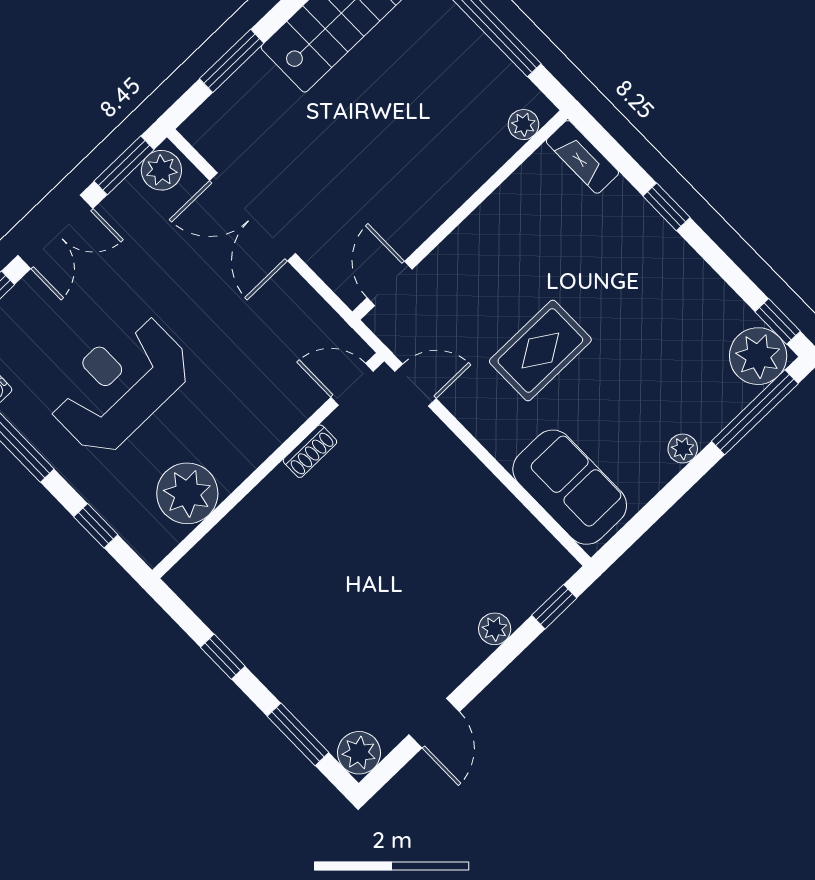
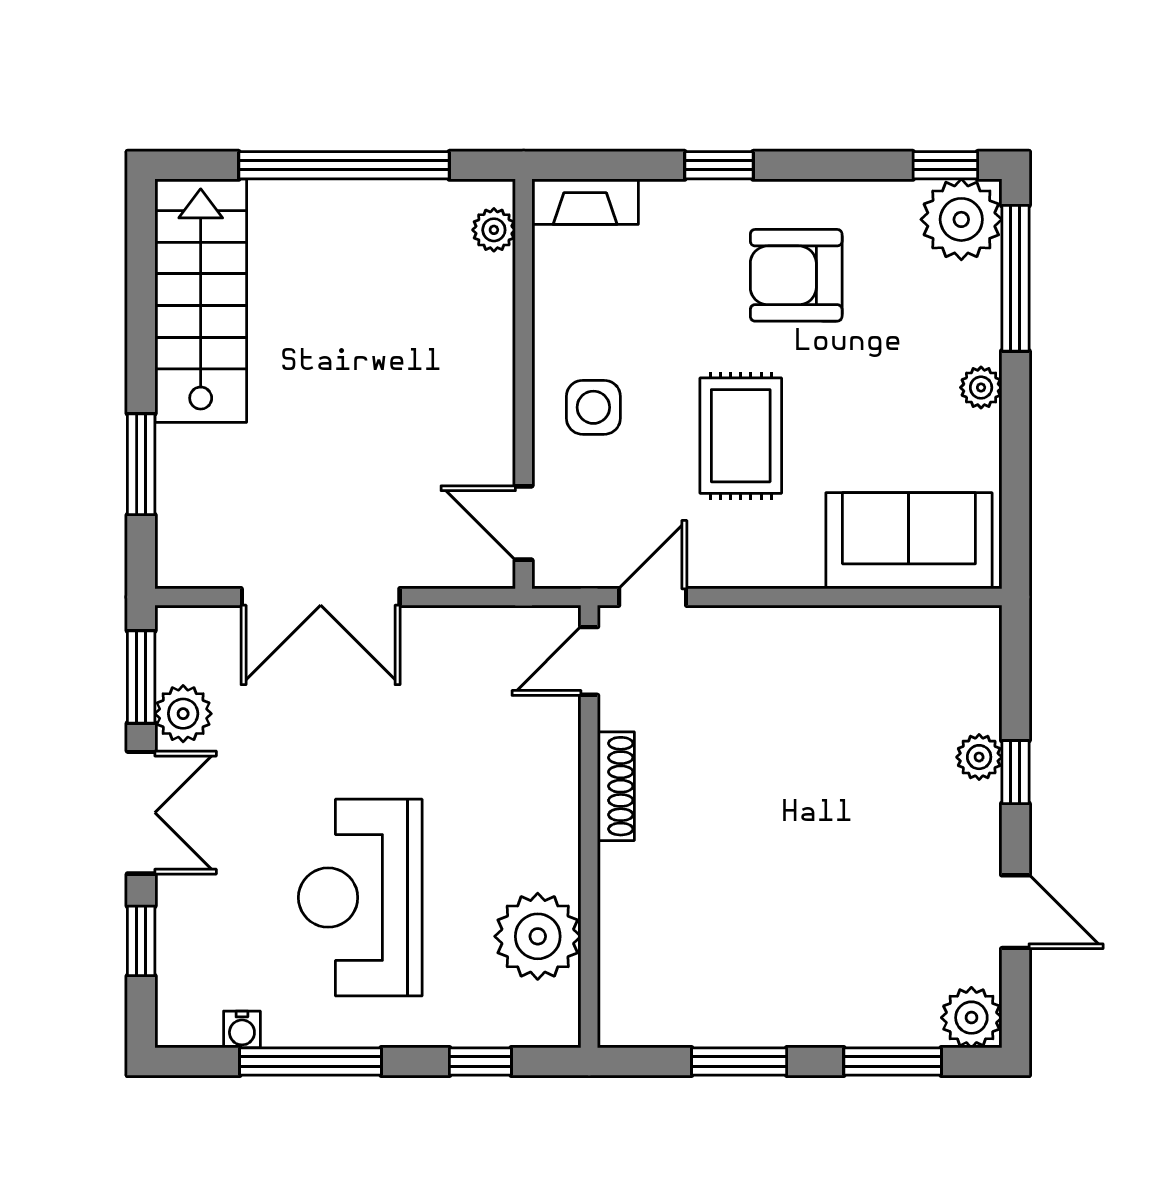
plant: (161, 170) -> (183, 714), moved
side table: (482, 262) -> (593, 407), added
armchair: (649, 300) -> (796, 275), added
shoe rack: (310, 451) -> (616, 786), width x1.43
window: (554, 607) -> (1015, 772), moved
window: (223, 657) -> (739, 1061), width x1.50

